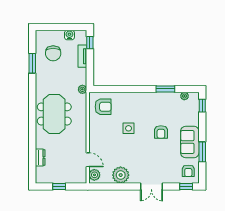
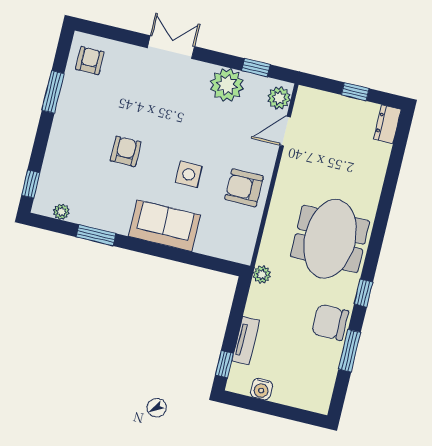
chair: (53, 53) -> (330, 322), moved, turned -90
window: (32, 92) -> (363, 293), added
armchair: (103, 107) -> (244, 188), moved
sofa: (190, 142) -> (164, 226), moved, turned -90
dresser: (40, 158) -> (387, 124), moved
door: (88, 160) -> (285, 131), hinge flipped
window: (186, 187) -> (256, 68), moved

